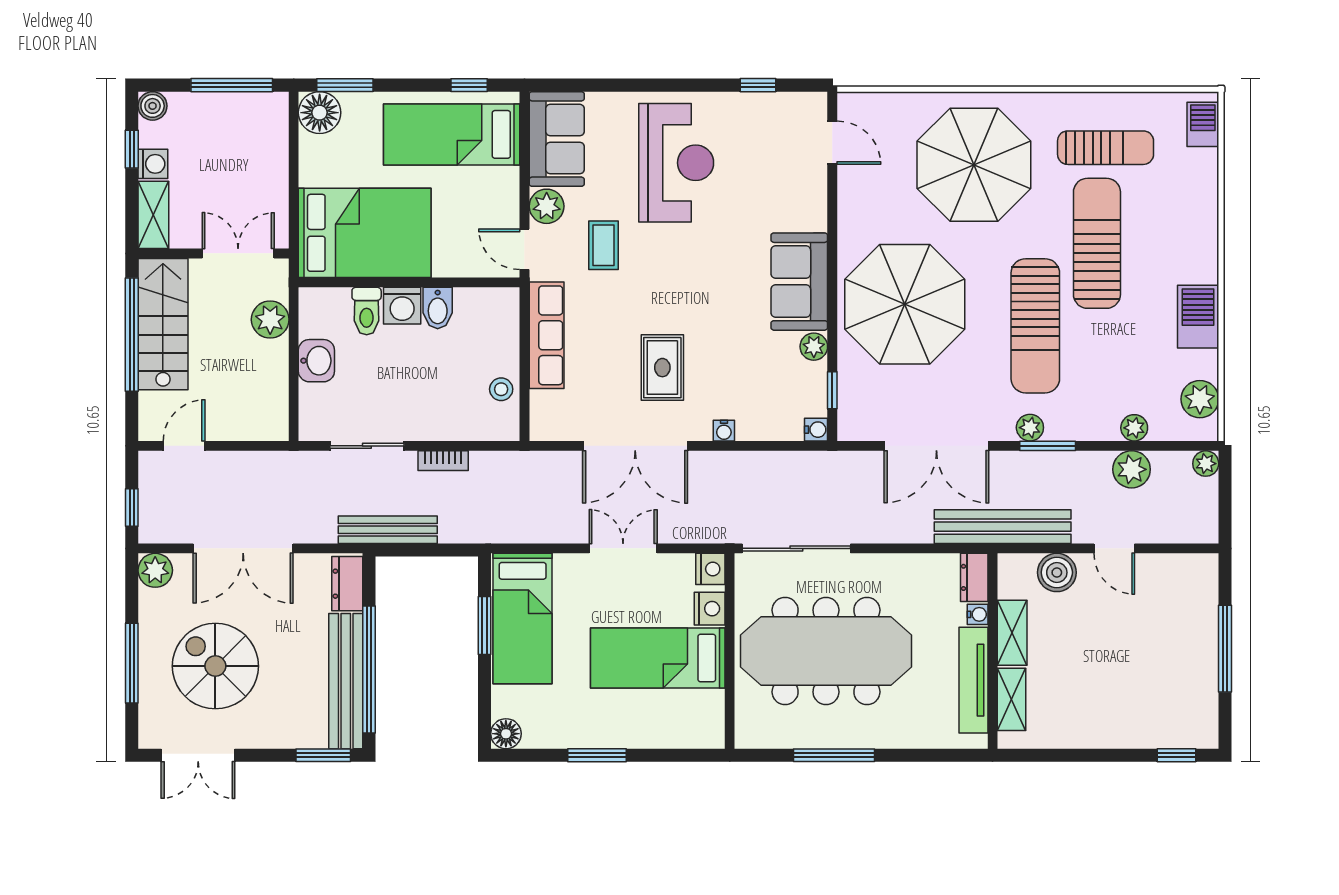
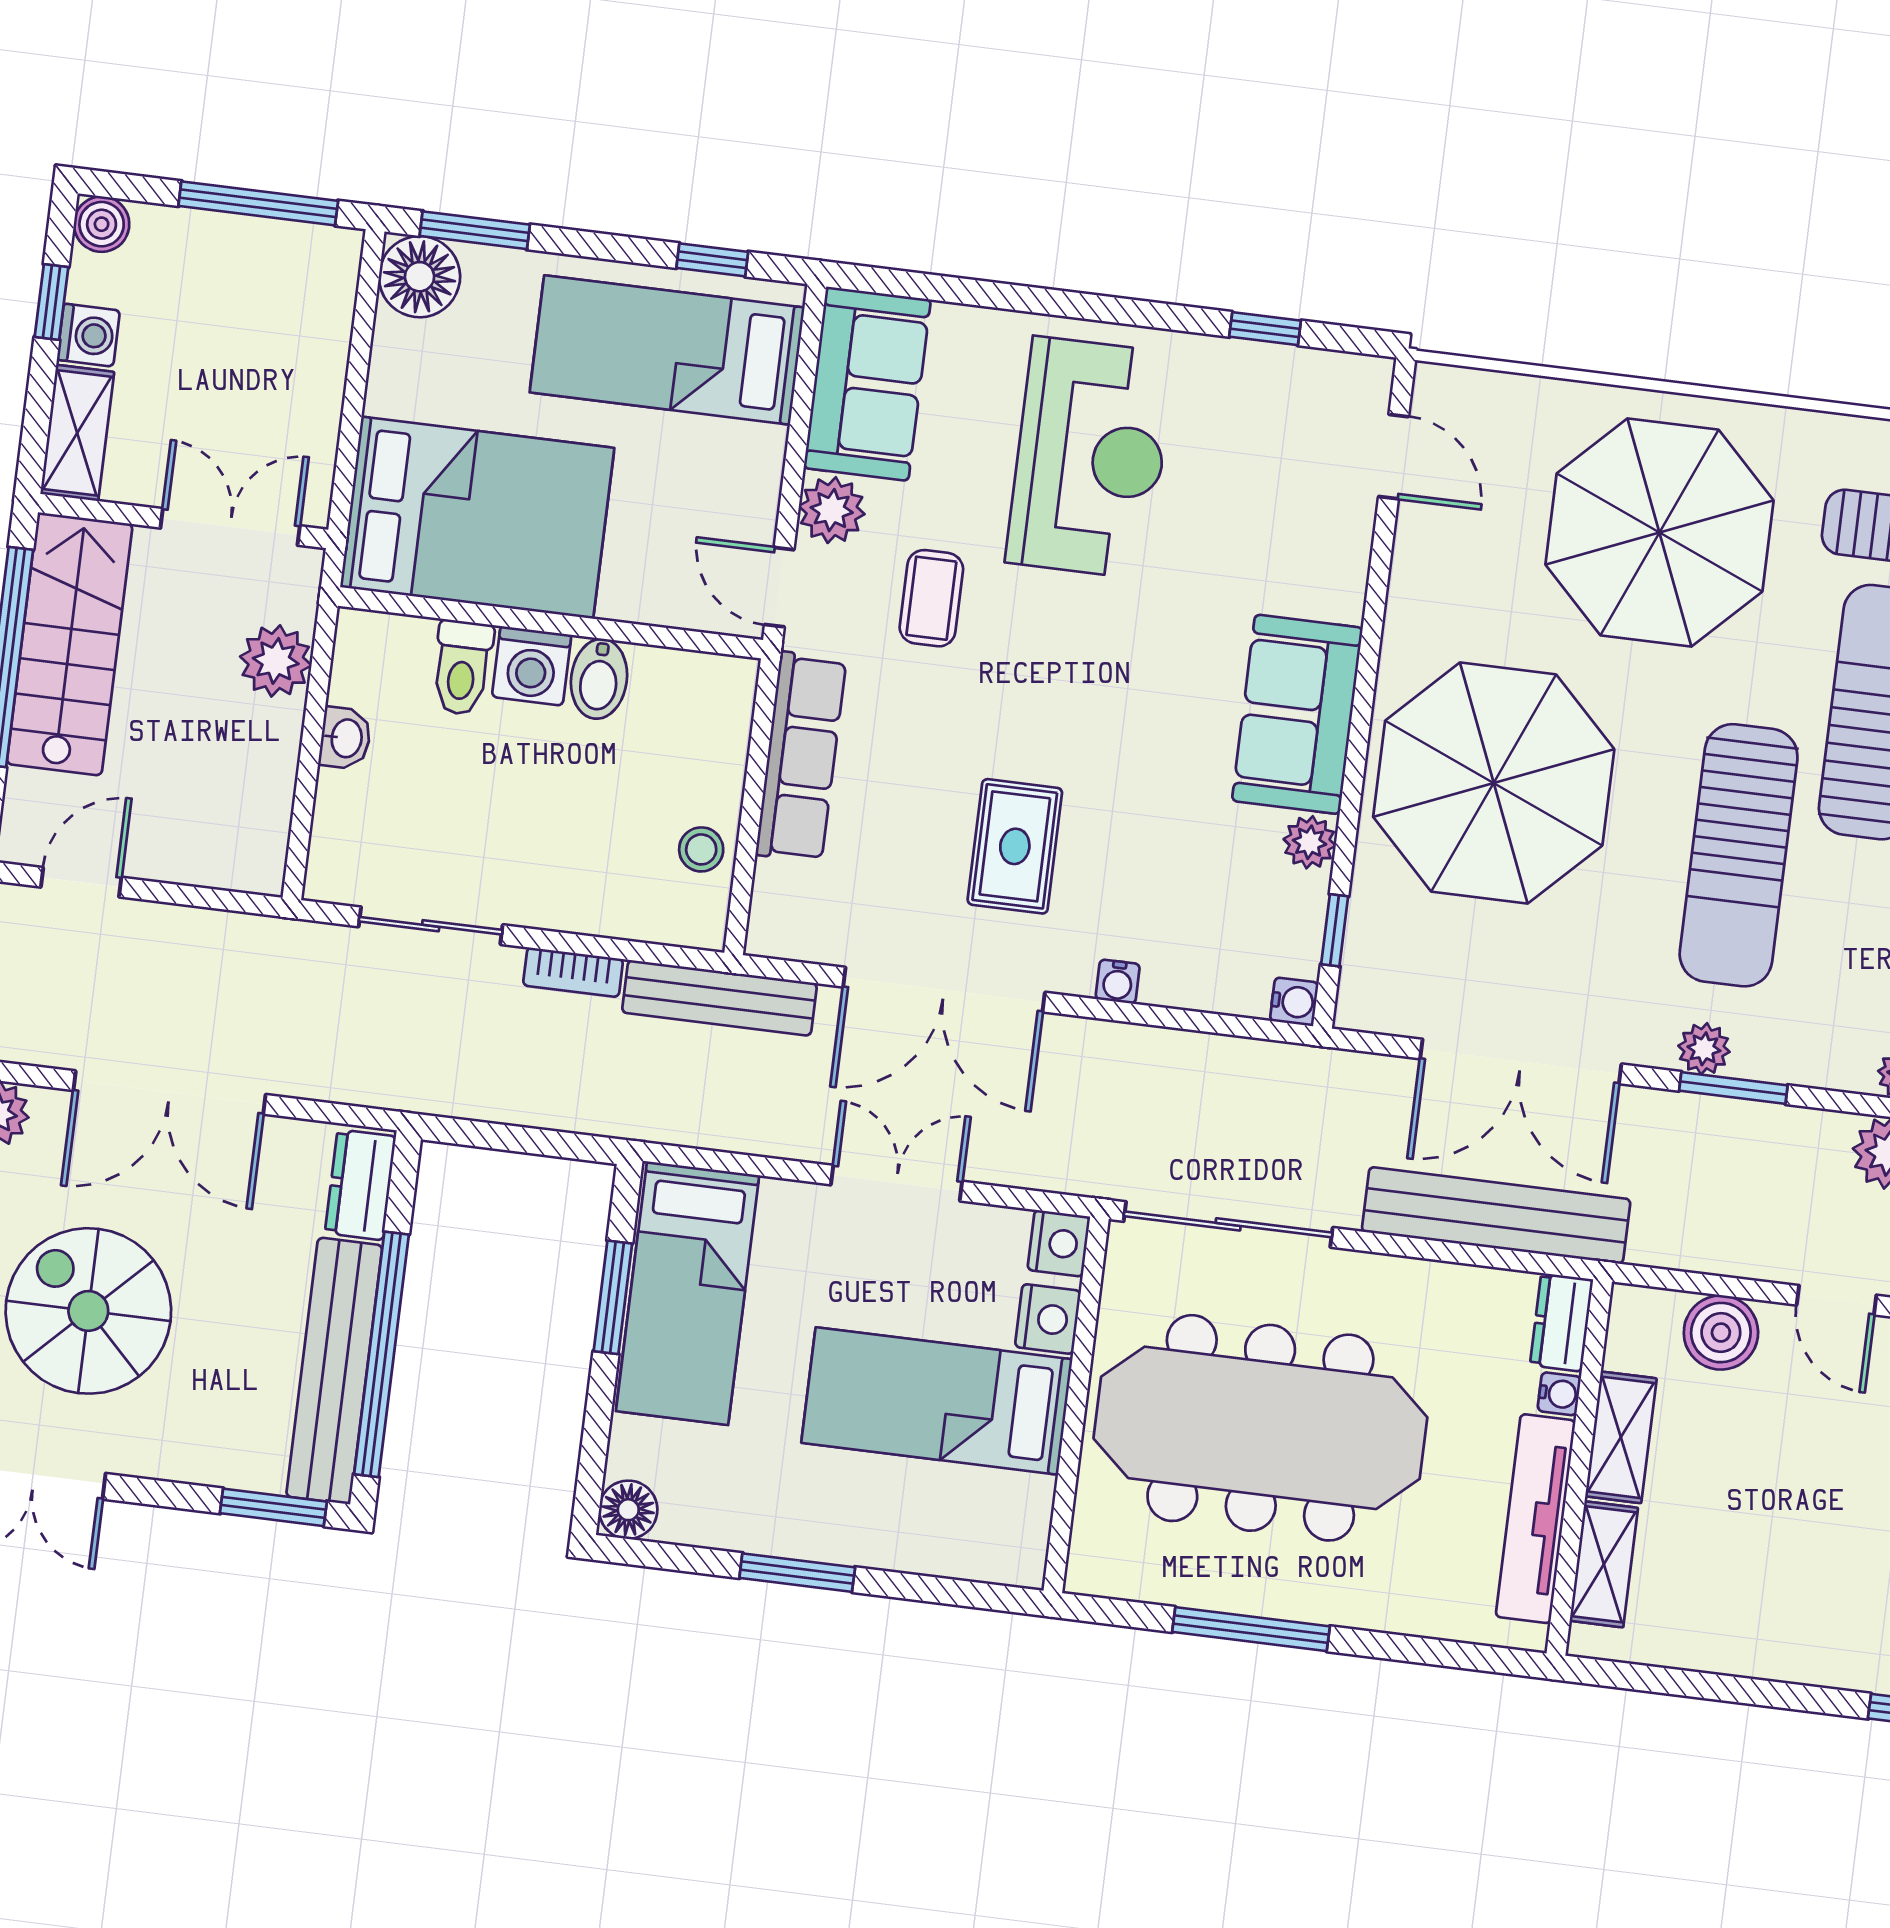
washbasin: (316, 361) -> (345, 738), width x0.72, depth x0.69
bench: (1003, 527) -> (1496, 1215), moved
bench: (388, 530) -> (719, 998), moved

